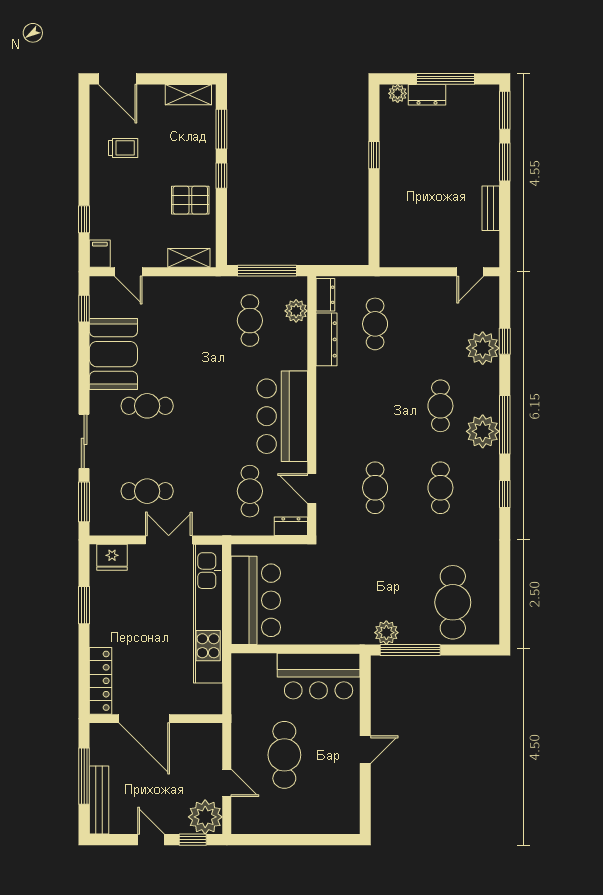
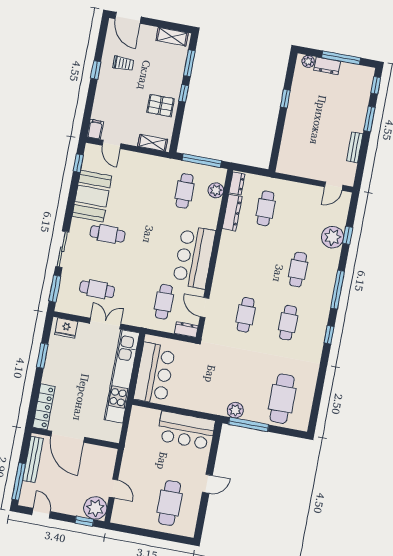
window: (505, 110) -> (376, 85), width x0.67
window: (84, 219) -> (96, 70), moved
plant: (483, 431) -> (322, 291), removed
cafe table: (284, 755) -> (170, 503), moved
window: (84, 776) -> (19, 481), moved
bench: (99, 800) -> (33, 459), moved
door: (151, 840) -> (41, 513), moved

